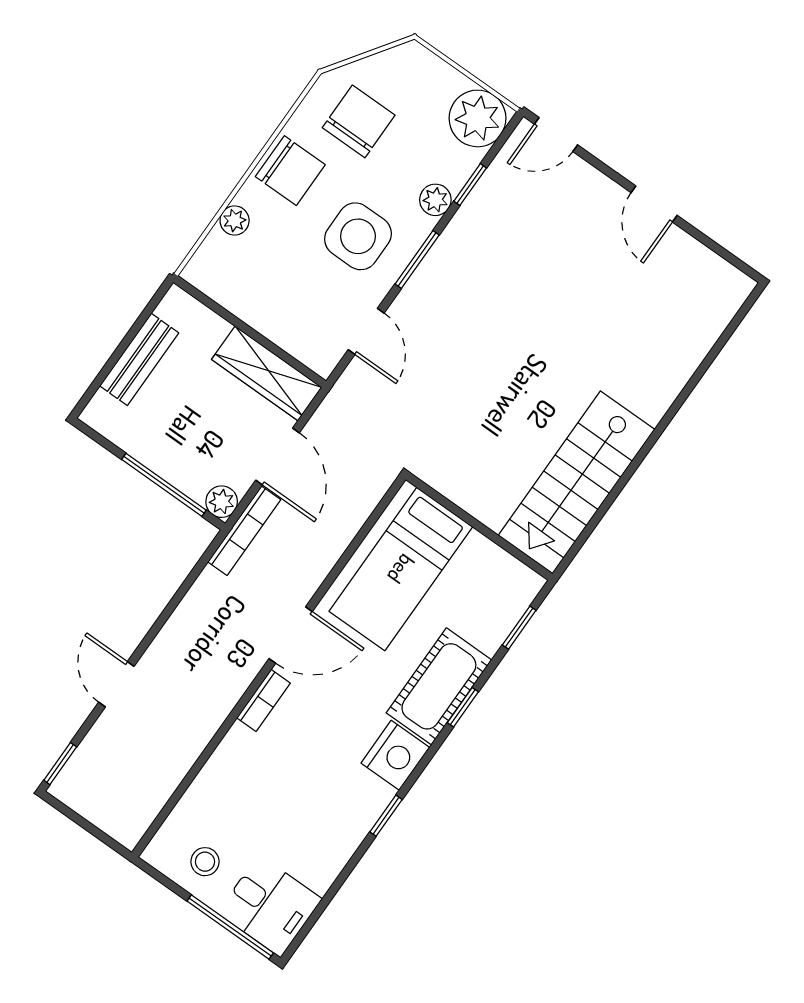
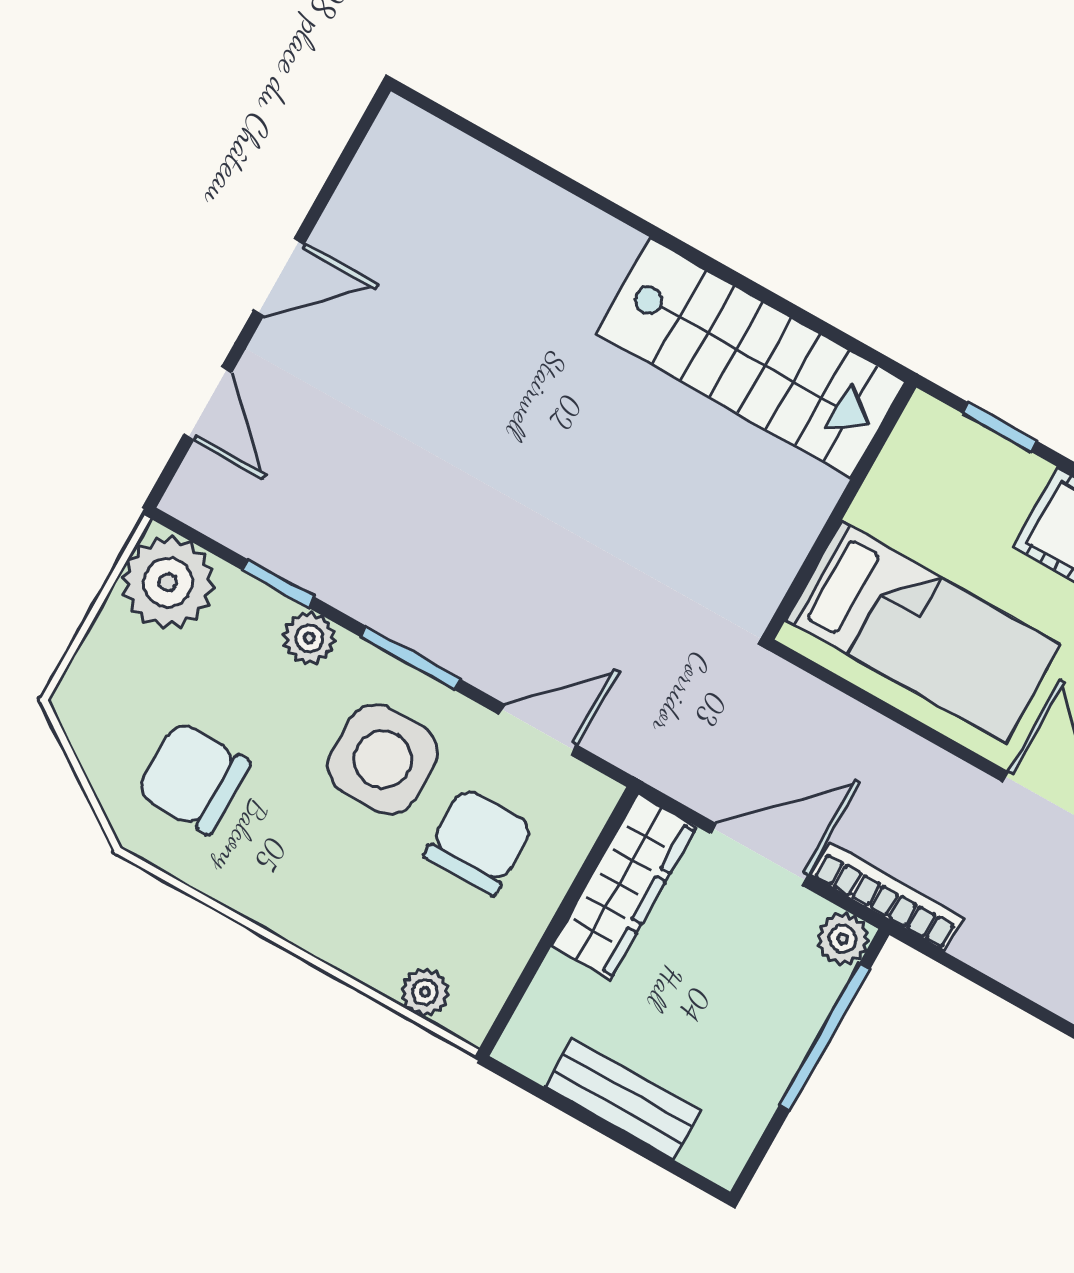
door: (556, 134) -> (208, 403), moved
chair: (290, 171) -> (479, 841), moved
plant: (235, 221) -> (425, 992), moved

